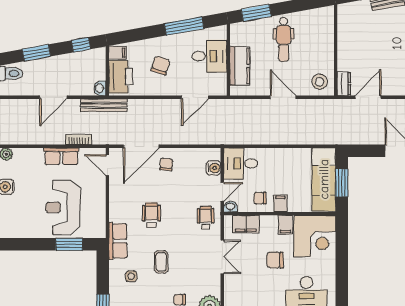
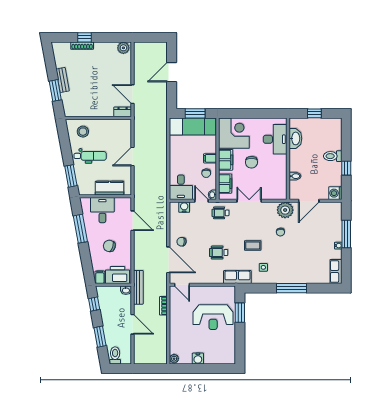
stool: (320, 82) -> (83, 132), moved
row of seats: (61, 156) -> (176, 318), removed
door: (107, 165) -> (182, 285), hinge flipped
filing cabinet: (285, 225) -> (226, 160), width x2.00

